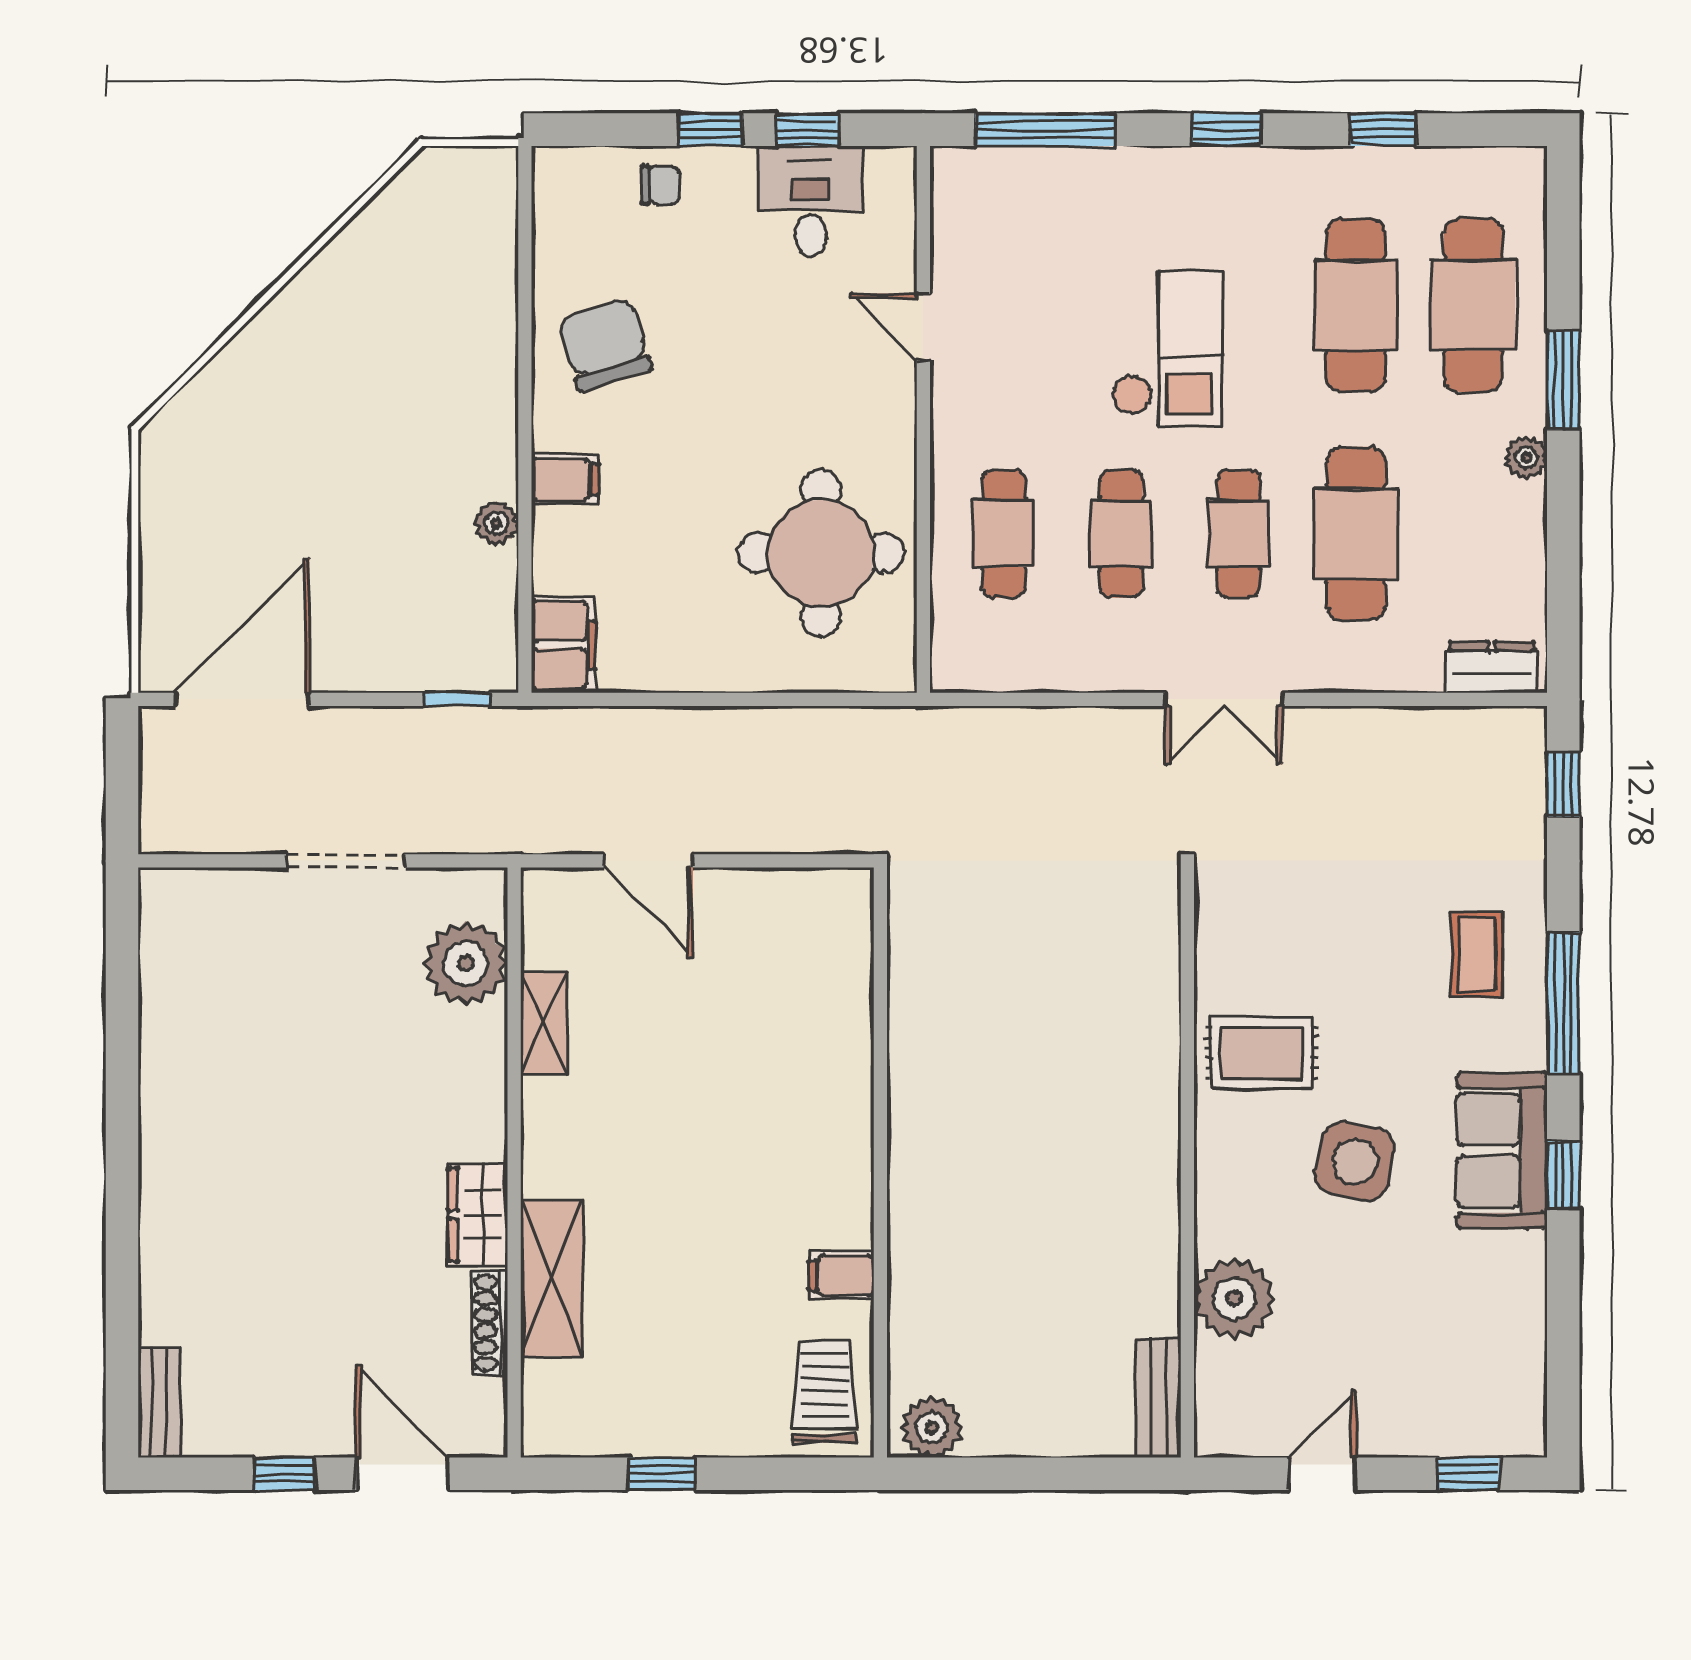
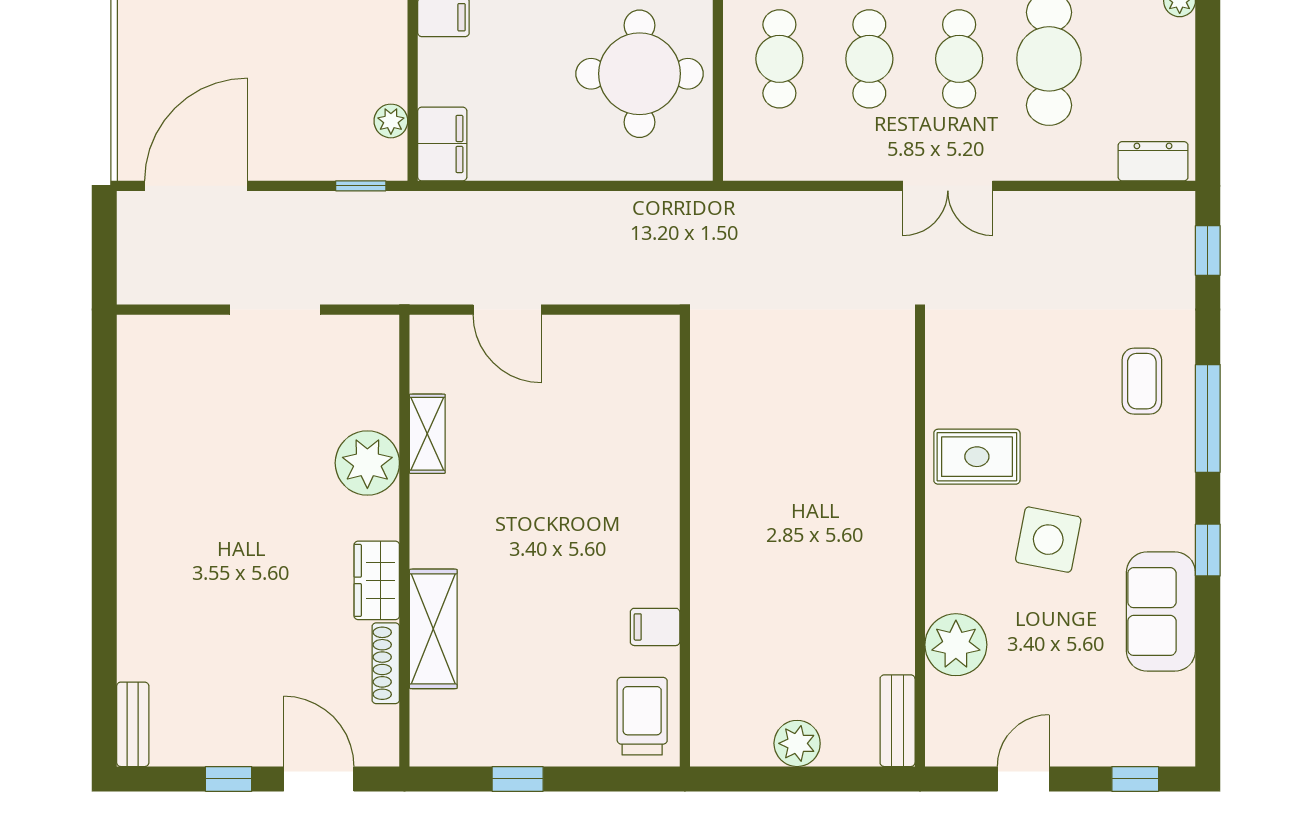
plant: (496, 523) -> (391, 121), moved
plant: (466, 963) -> (367, 463), moved
sofa: (1502, 1150) -> (1161, 612), moved
plant: (932, 1428) -> (797, 743), moved

